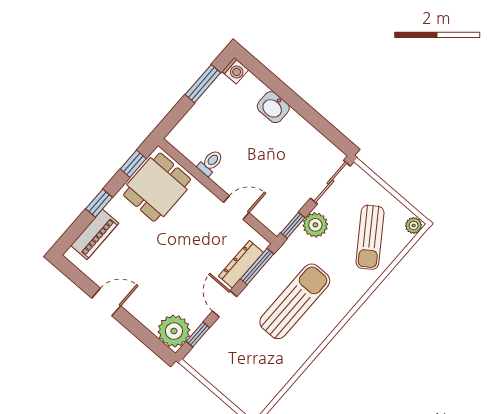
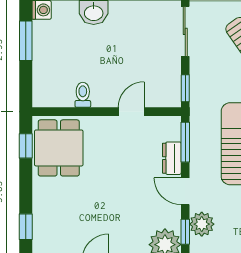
window: (99, 203) -> (26, 227), moved
plant: (315, 225) -> (202, 224), moved
piano: (95, 234) -> (43, 224), removed
dresser: (241, 264) -> (172, 158), width x0.70

